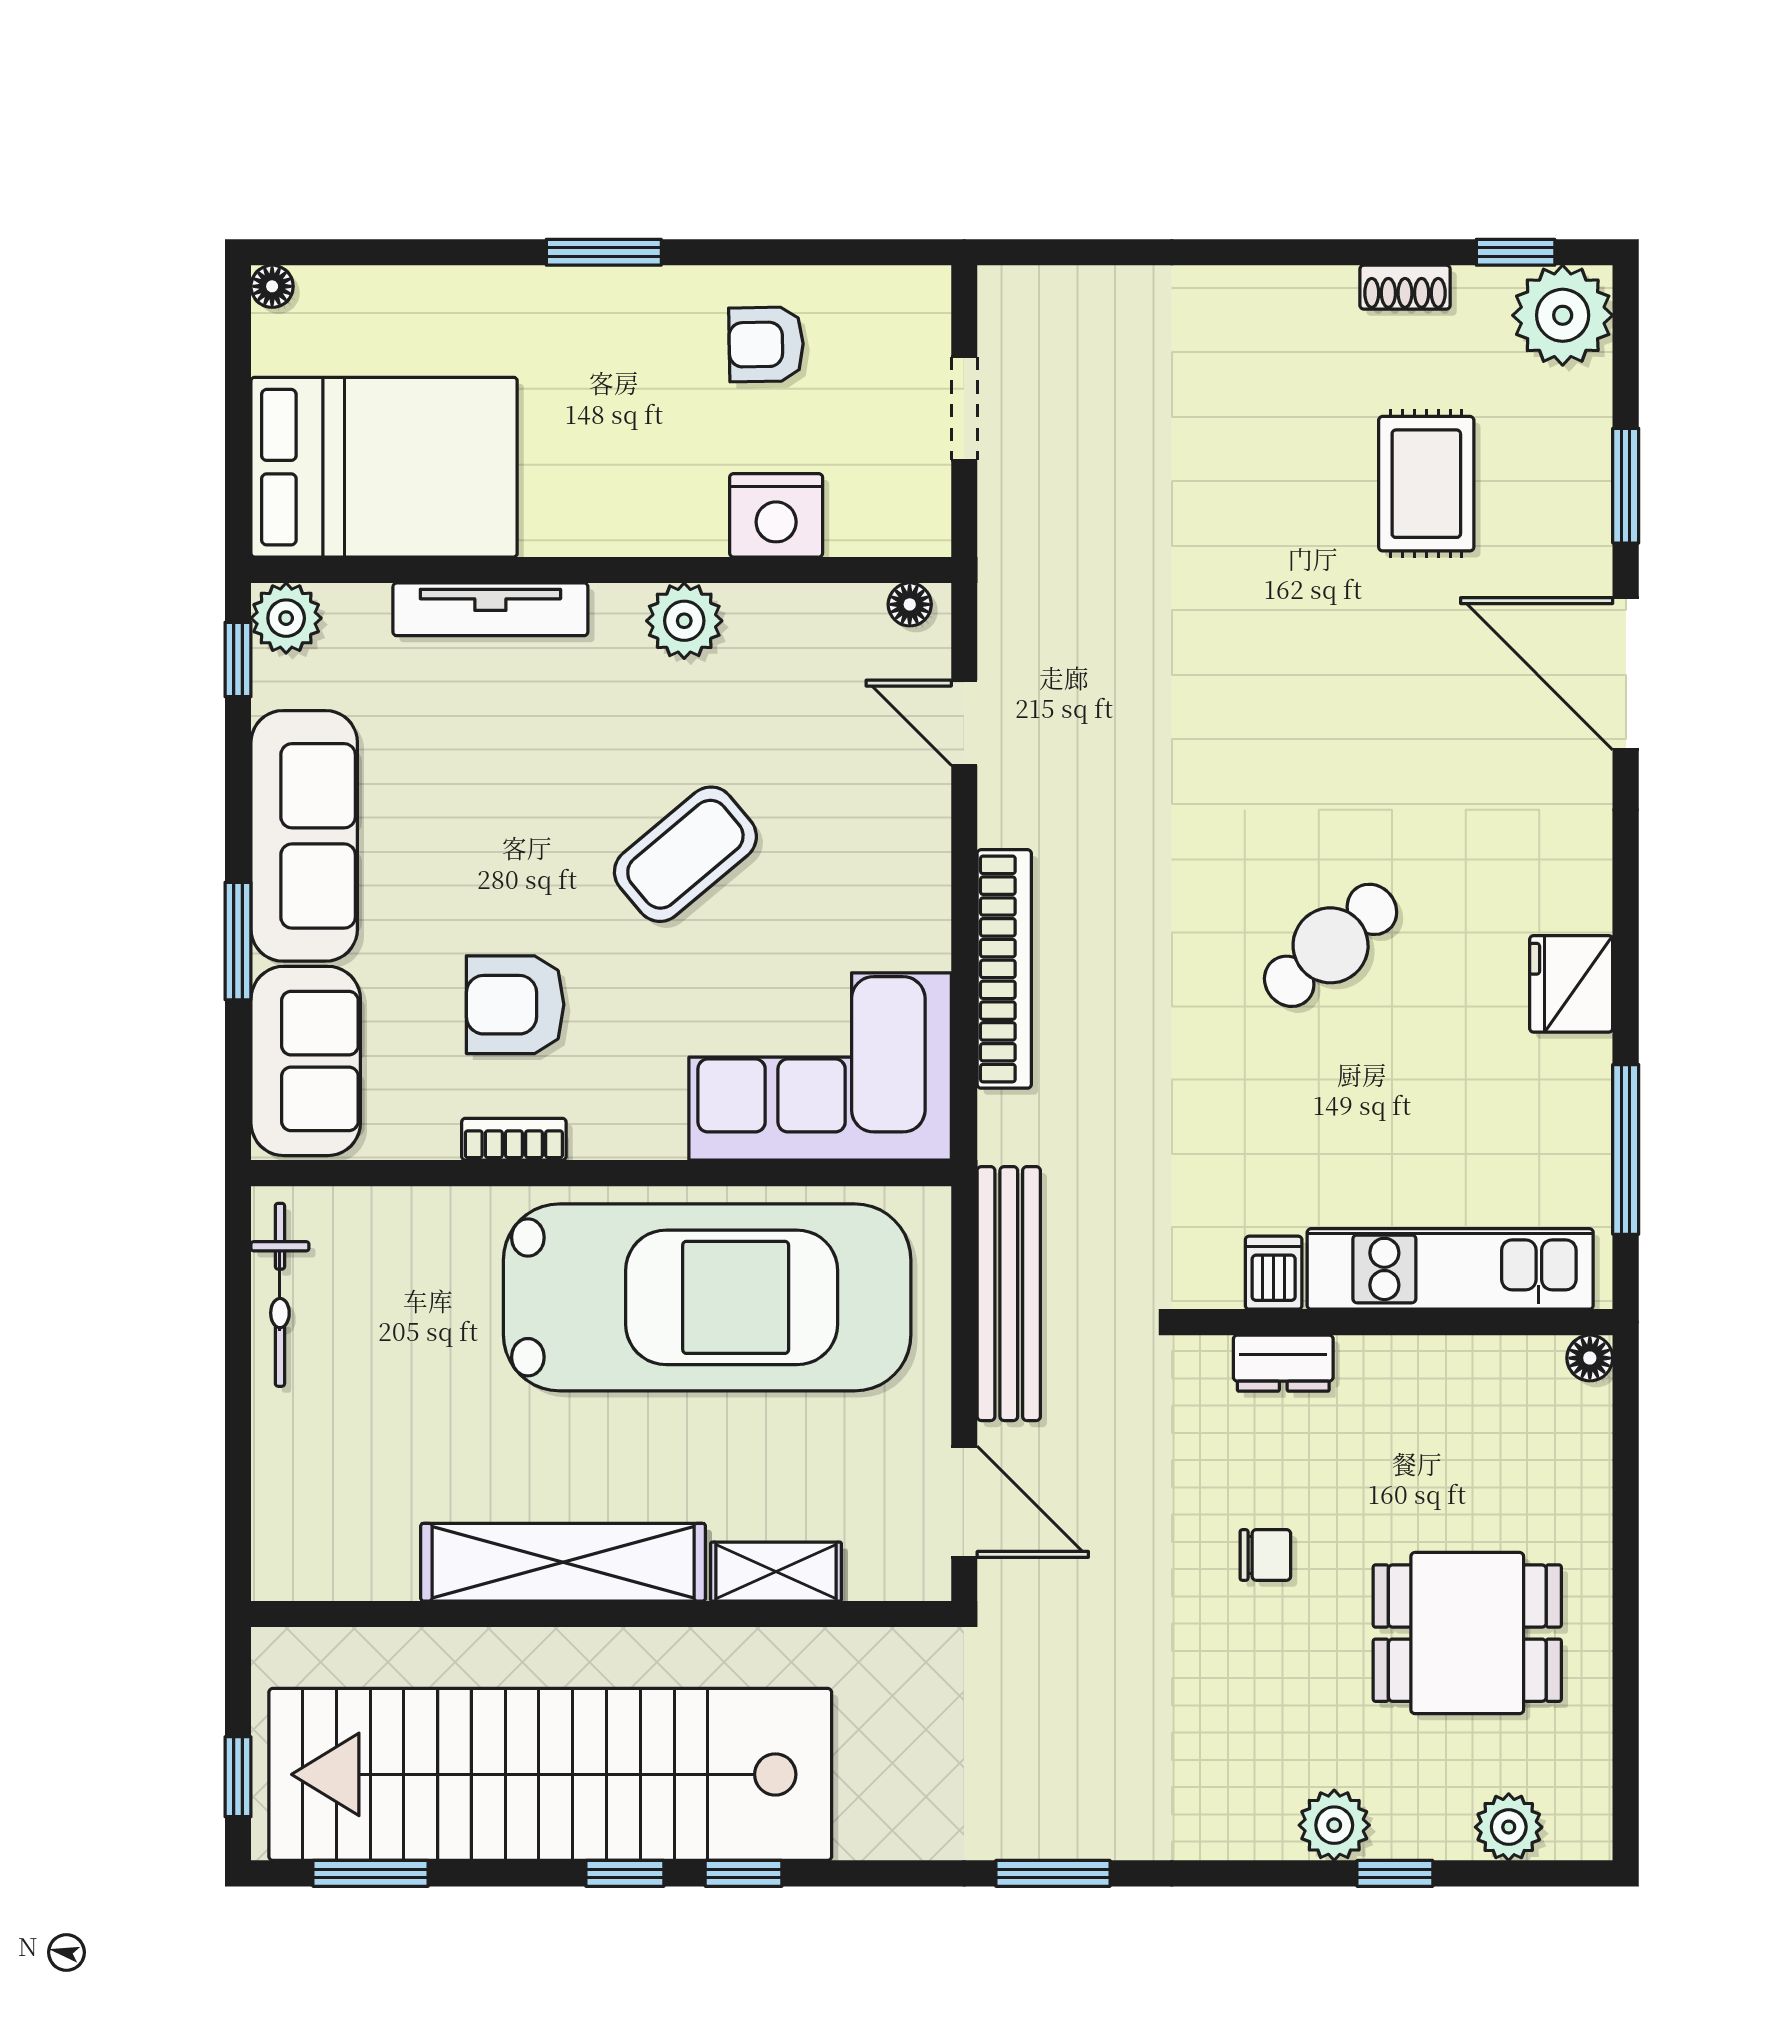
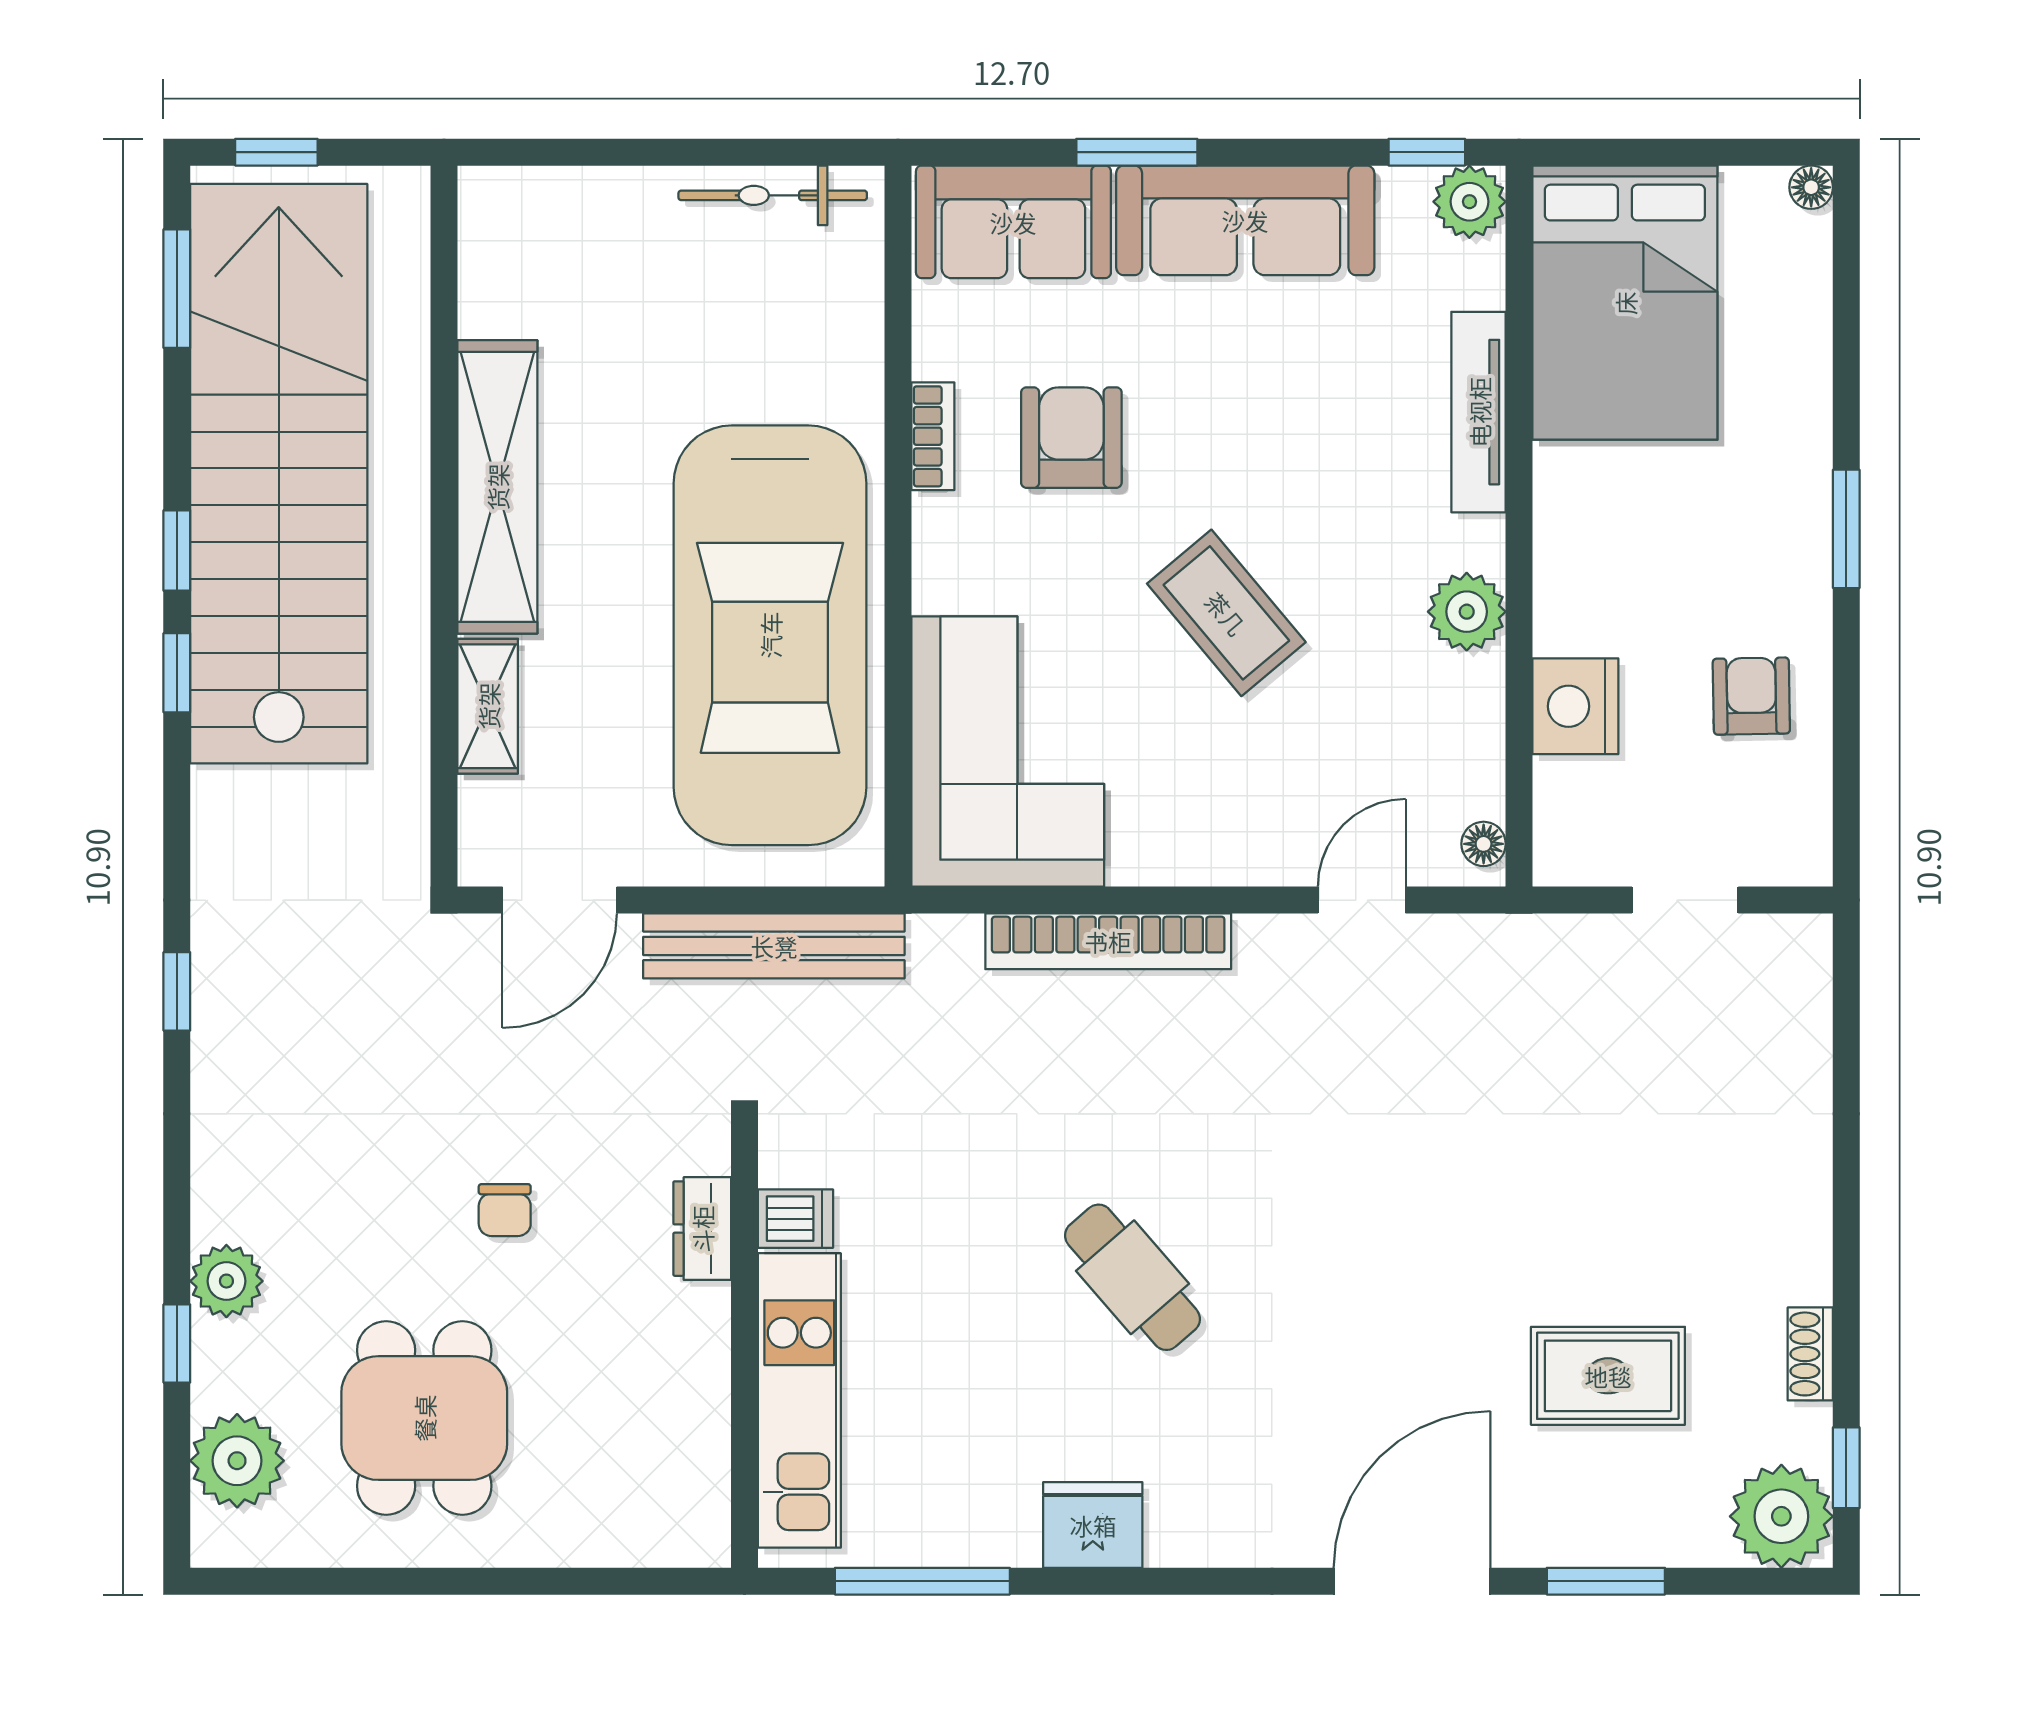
floor lamp: (1590, 1358) -> (708, 1544), removed
plant: (1509, 1827) -> (237, 1461), width x1.36, depth x1.36
window: (1053, 1873) -> (177, 991), width x0.67

